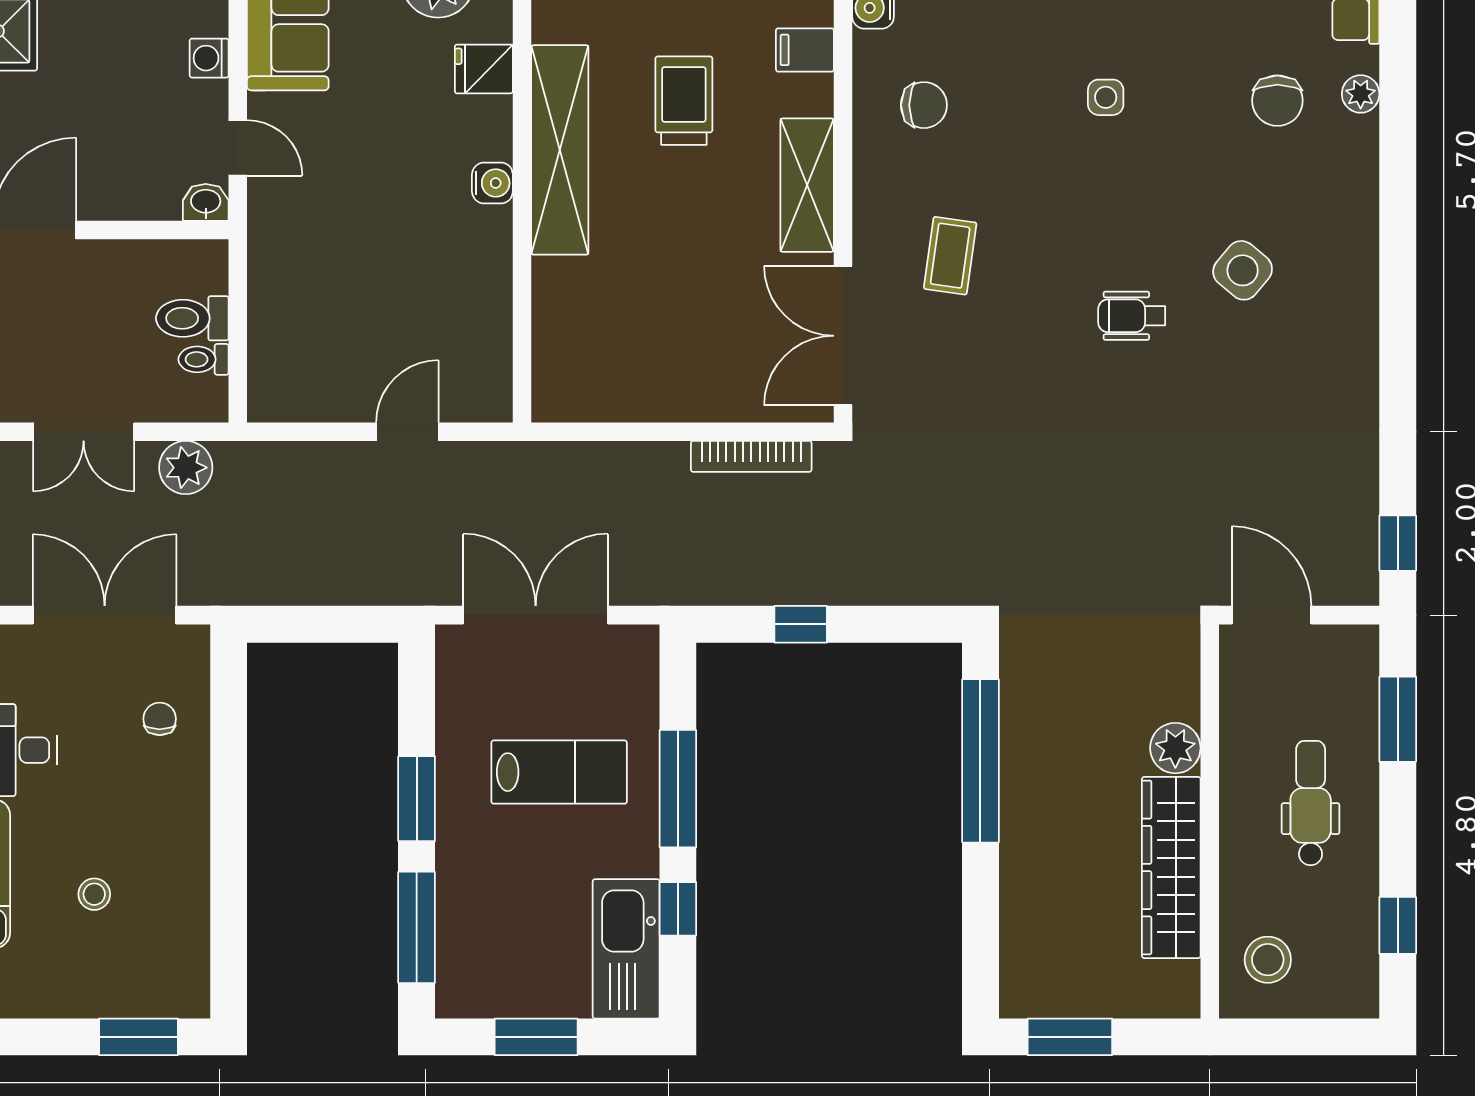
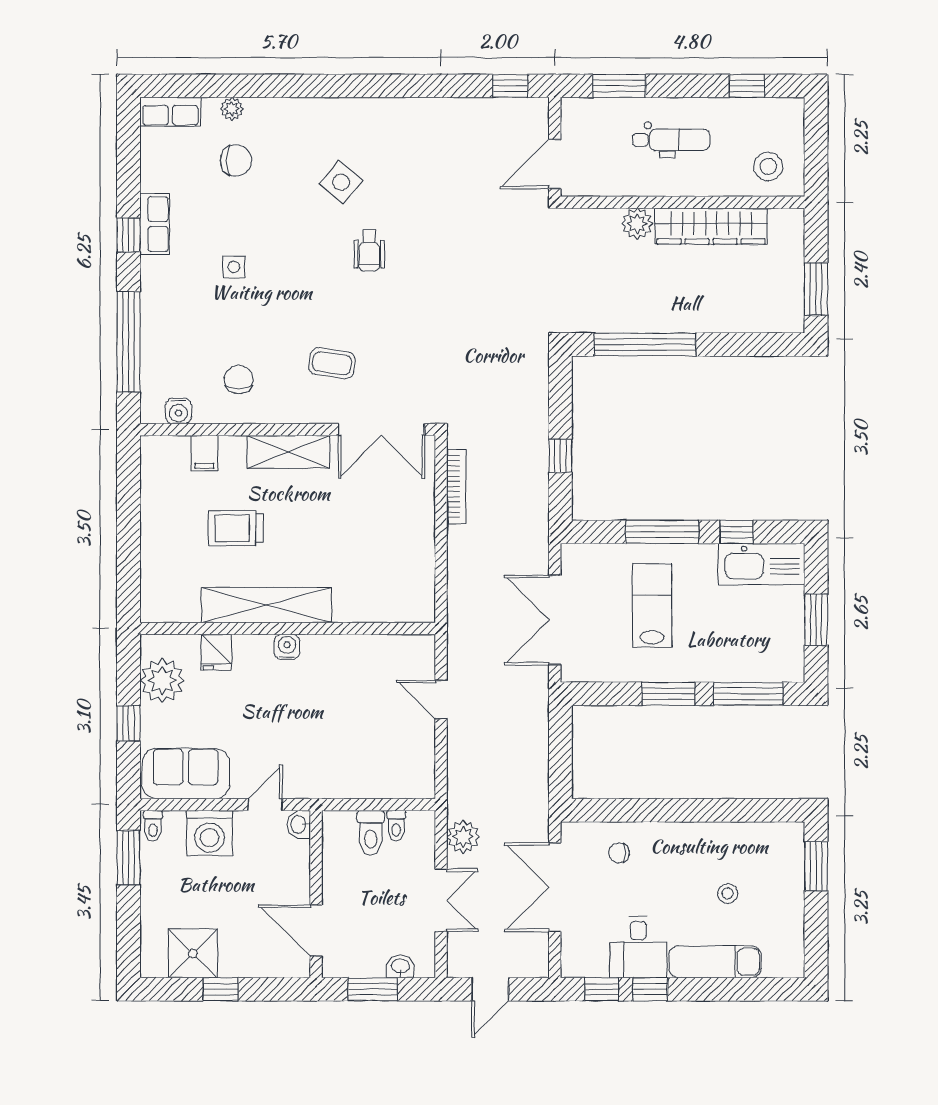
washing machine: (209, 58) -> (210, 833), width x1.89, depth x1.89
dental chair: (1311, 803) -> (671, 140), turned 180

